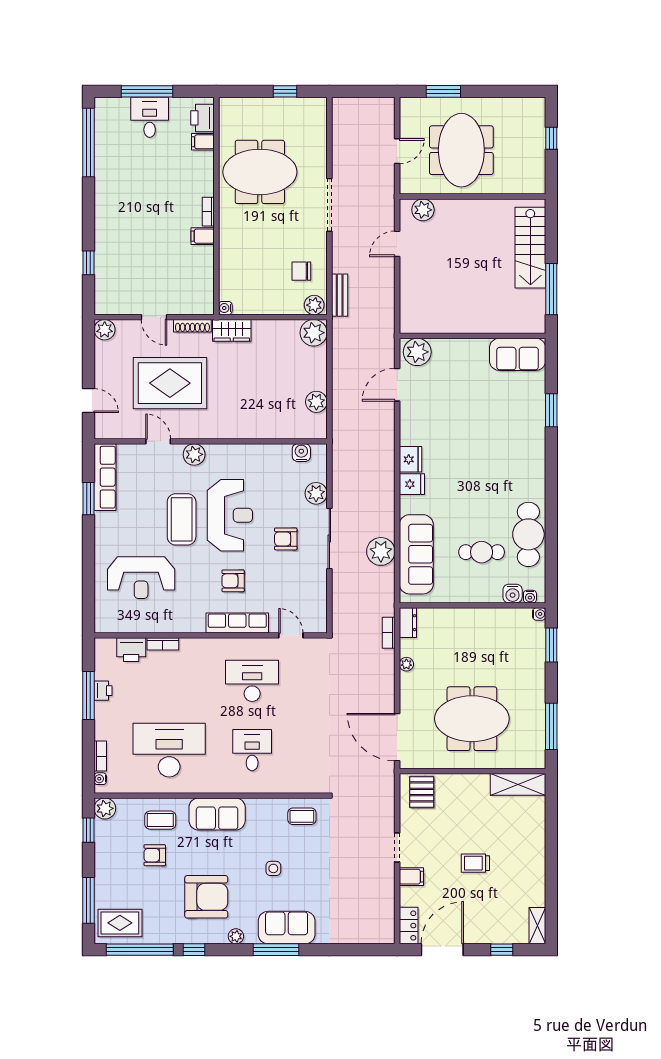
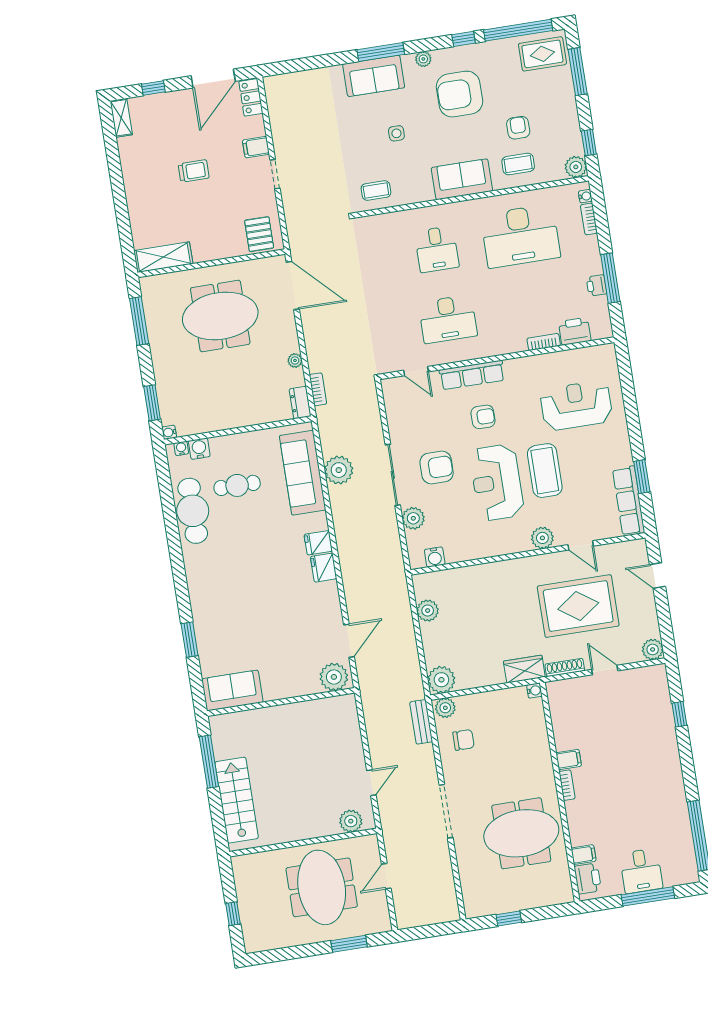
armchair: (286, 539) -> (437, 467), width x1.38, depth x1.38
armchair: (155, 855) -> (518, 128), turned -90

